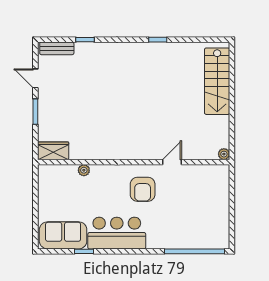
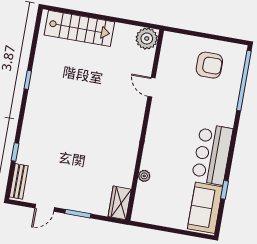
plant: (224, 154) -> (147, 39), width x1.88, depth x1.88
armchair: (143, 189) -> (209, 65), moved

